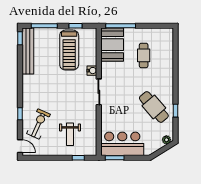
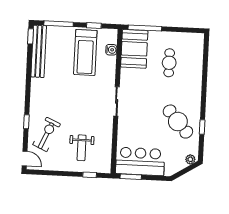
water cooler: (92, 71) -> (111, 50), moved

